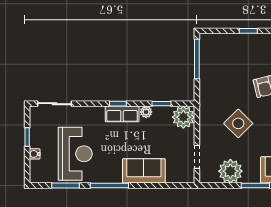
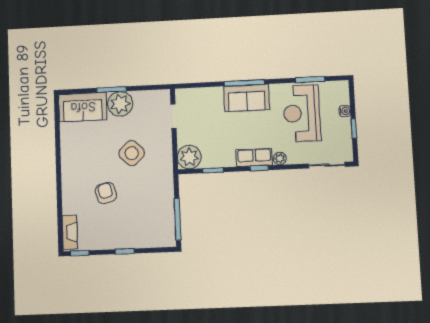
plant: (146, 112) -> (280, 158), moved
sofa: (144, 171) -> (247, 98), moved
plant: (230, 171) -> (120, 104), moved
window: (109, 186) -> (244, 83), moved

